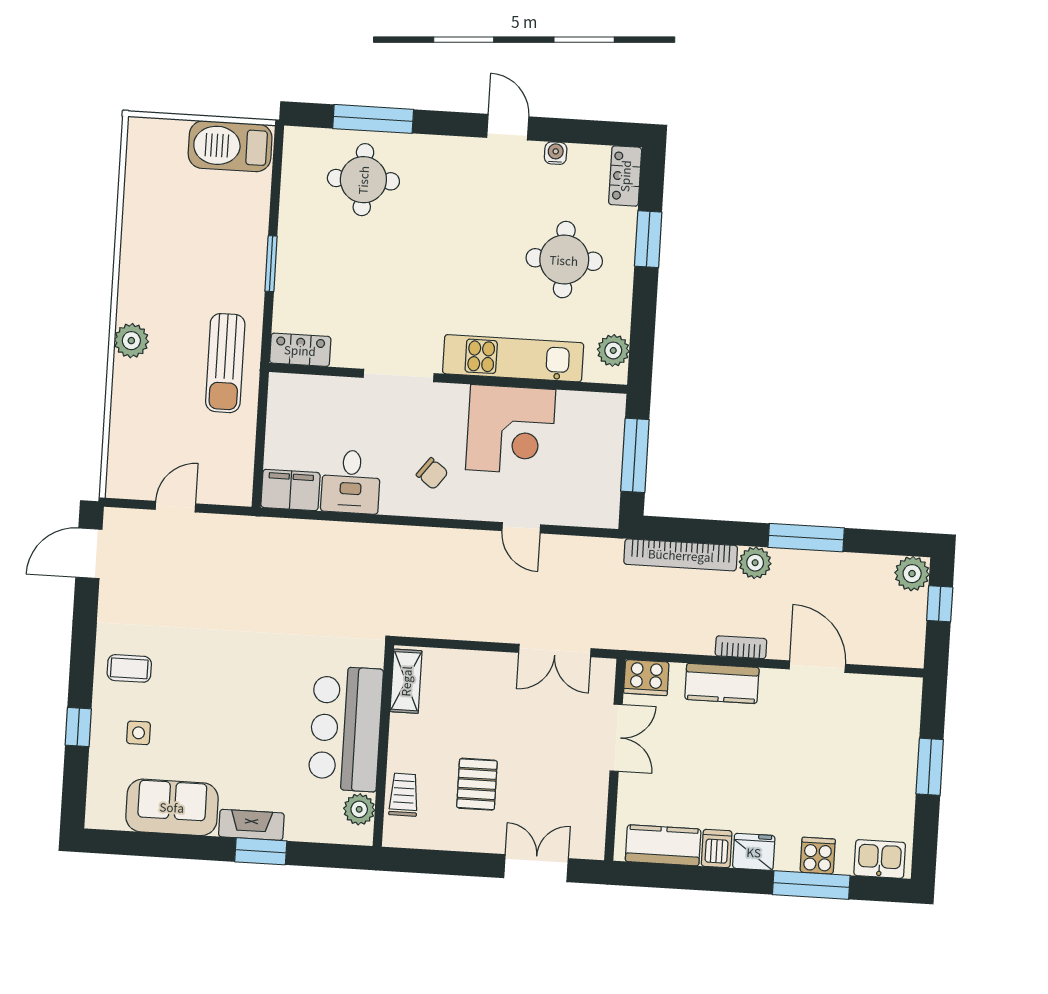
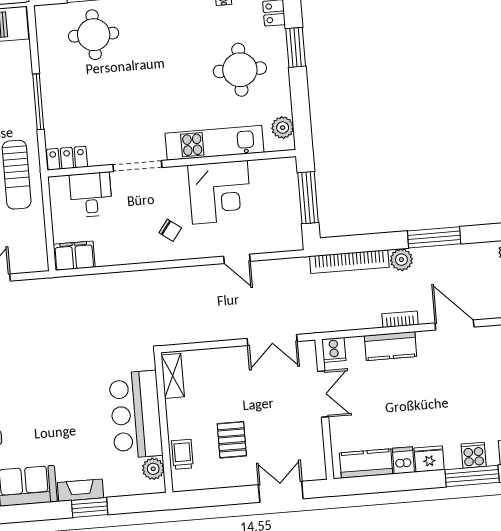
window: (271, 264) -> (38, 102), width x1.44
desk: (351, 482) -> (91, 195), moved, turned 180
cooker: (646, 678) -> (334, 350), width x0.73

